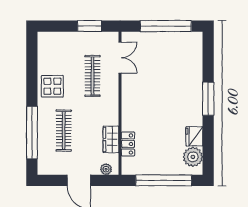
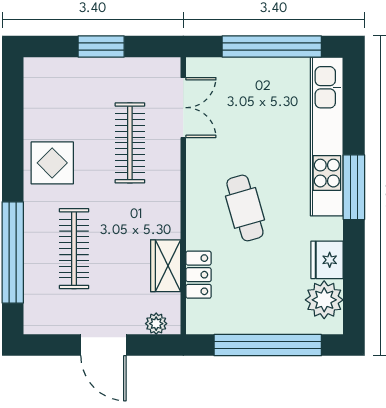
window: (90, 26) -> (101, 46), moved
kitchen unit: (194, 73) -> (327, 137), added
cafe table: (152, 109) -> (245, 208), added

